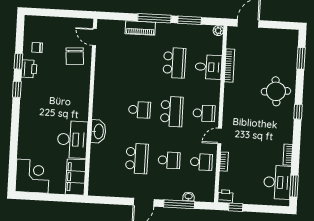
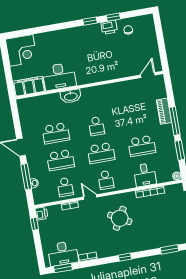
chair: (75, 56) -> (128, 63), removed
round table: (276, 91) -> (120, 218), moved, turned 34
school desk: (169, 160) -> (61, 160), width x1.85

